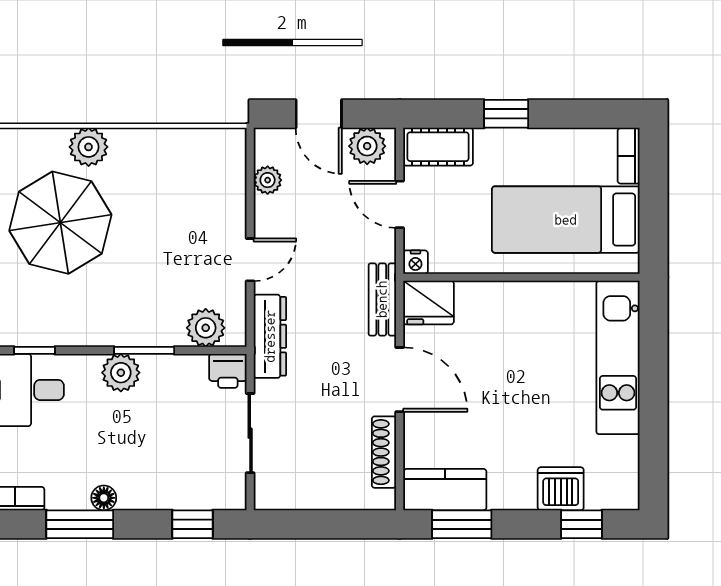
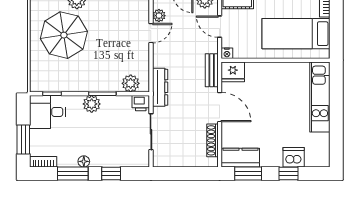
door: (250, 260) -> (151, 33), moved
window: (192, 524) -> (111, 174), moved
window: (581, 524) -> (289, 174), moved

